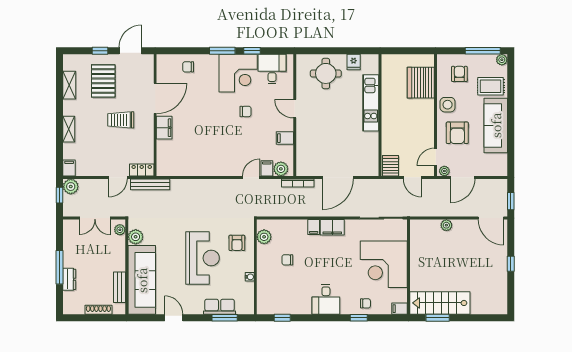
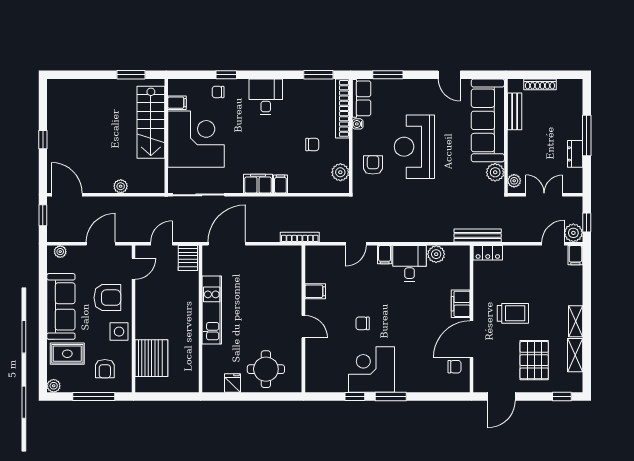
window: (100, 51) -> (562, 397), moved
window: (483, 51) -> (94, 397), moved
chair: (188, 67) -> (454, 367), moved
desk: (272, 69) -> (409, 263), moved, turned 180
kitchen unit: (371, 103) -> (212, 310), moved
shelving: (69, 129) -> (576, 321), moved
armchair: (457, 133) -> (107, 298), turned 90
filing cabinet: (267, 168) -> (385, 255), moved
plant: (281, 169) -> (436, 254), moved
plant: (444, 171) -> (60, 252), moved
door: (118, 177) -> (553, 244), moved
door: (338, 177) -> (227, 244), moved
door: (412, 177) -> (162, 244), hinge flipped
dresser: (69, 279) -> (575, 154), moved
bookcase: (262, 290) -> (342, 108), added
stairs: (440, 303) -> (151, 122), moved, turned 90
row of seats: (220, 307) -> (361, 98), moved, turned -90
filing cabinet: (399, 309) -> (177, 103), moved
window: (282, 318) -> (318, 75), width x1.50

